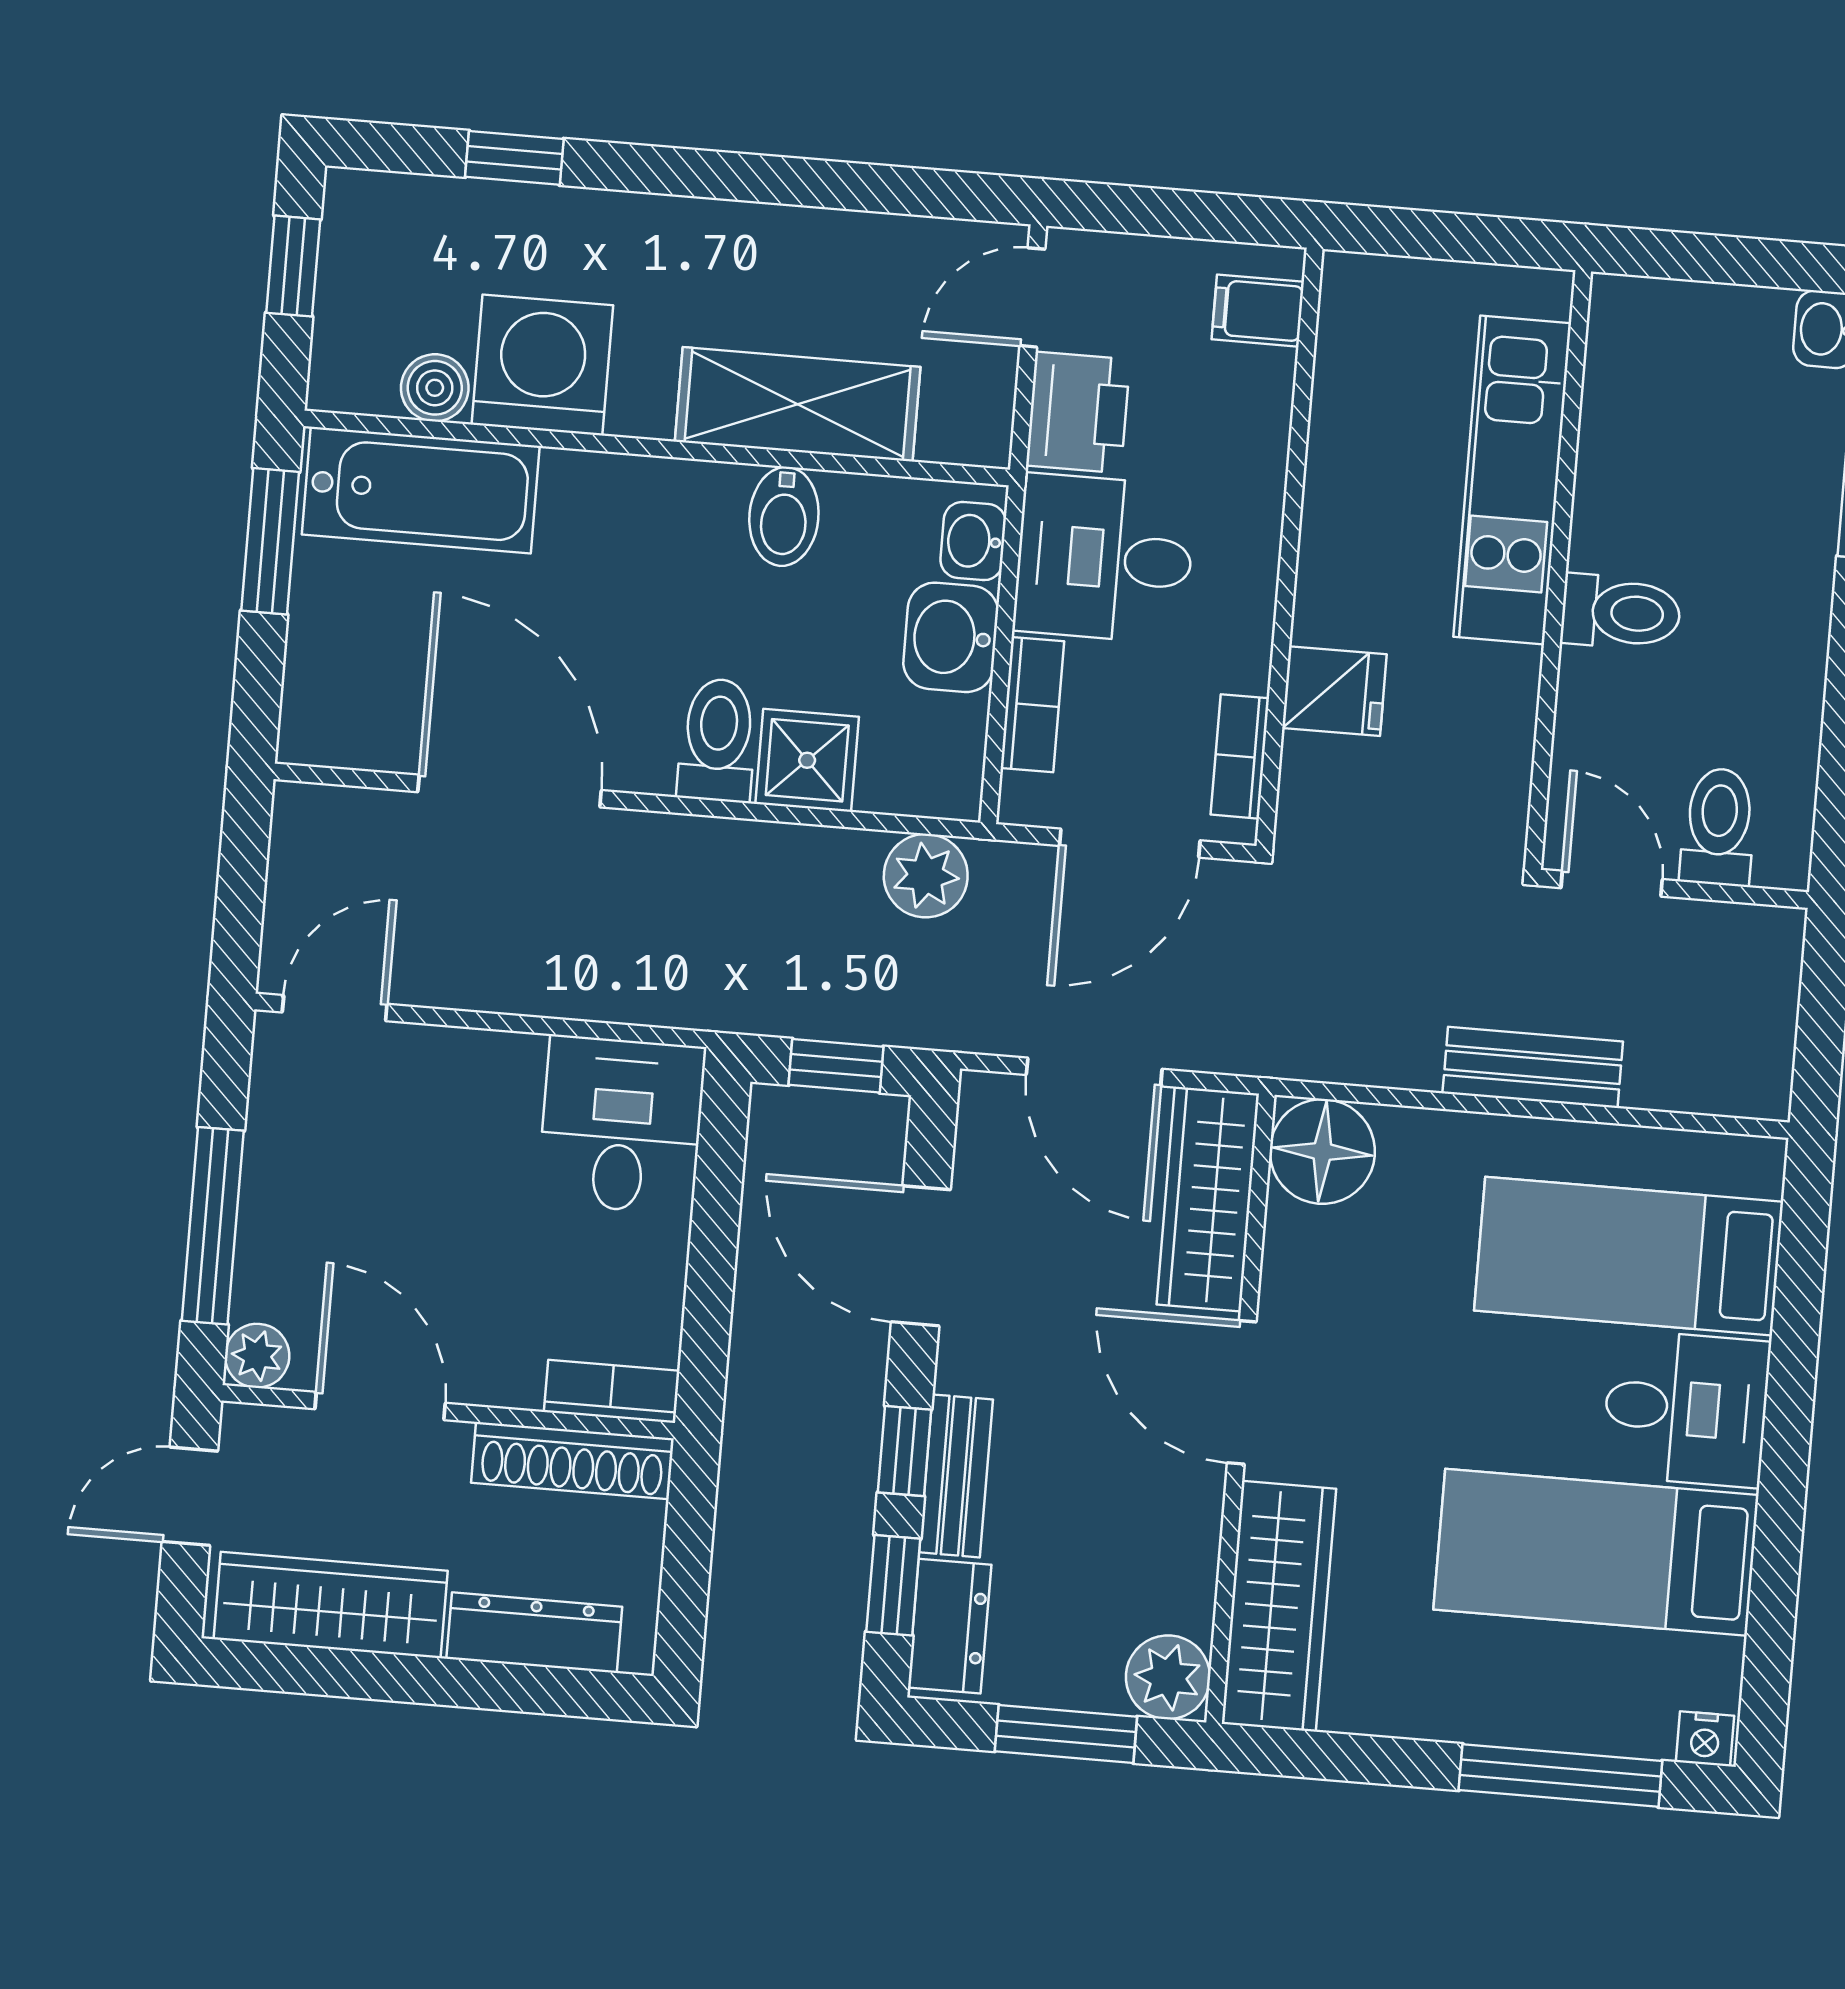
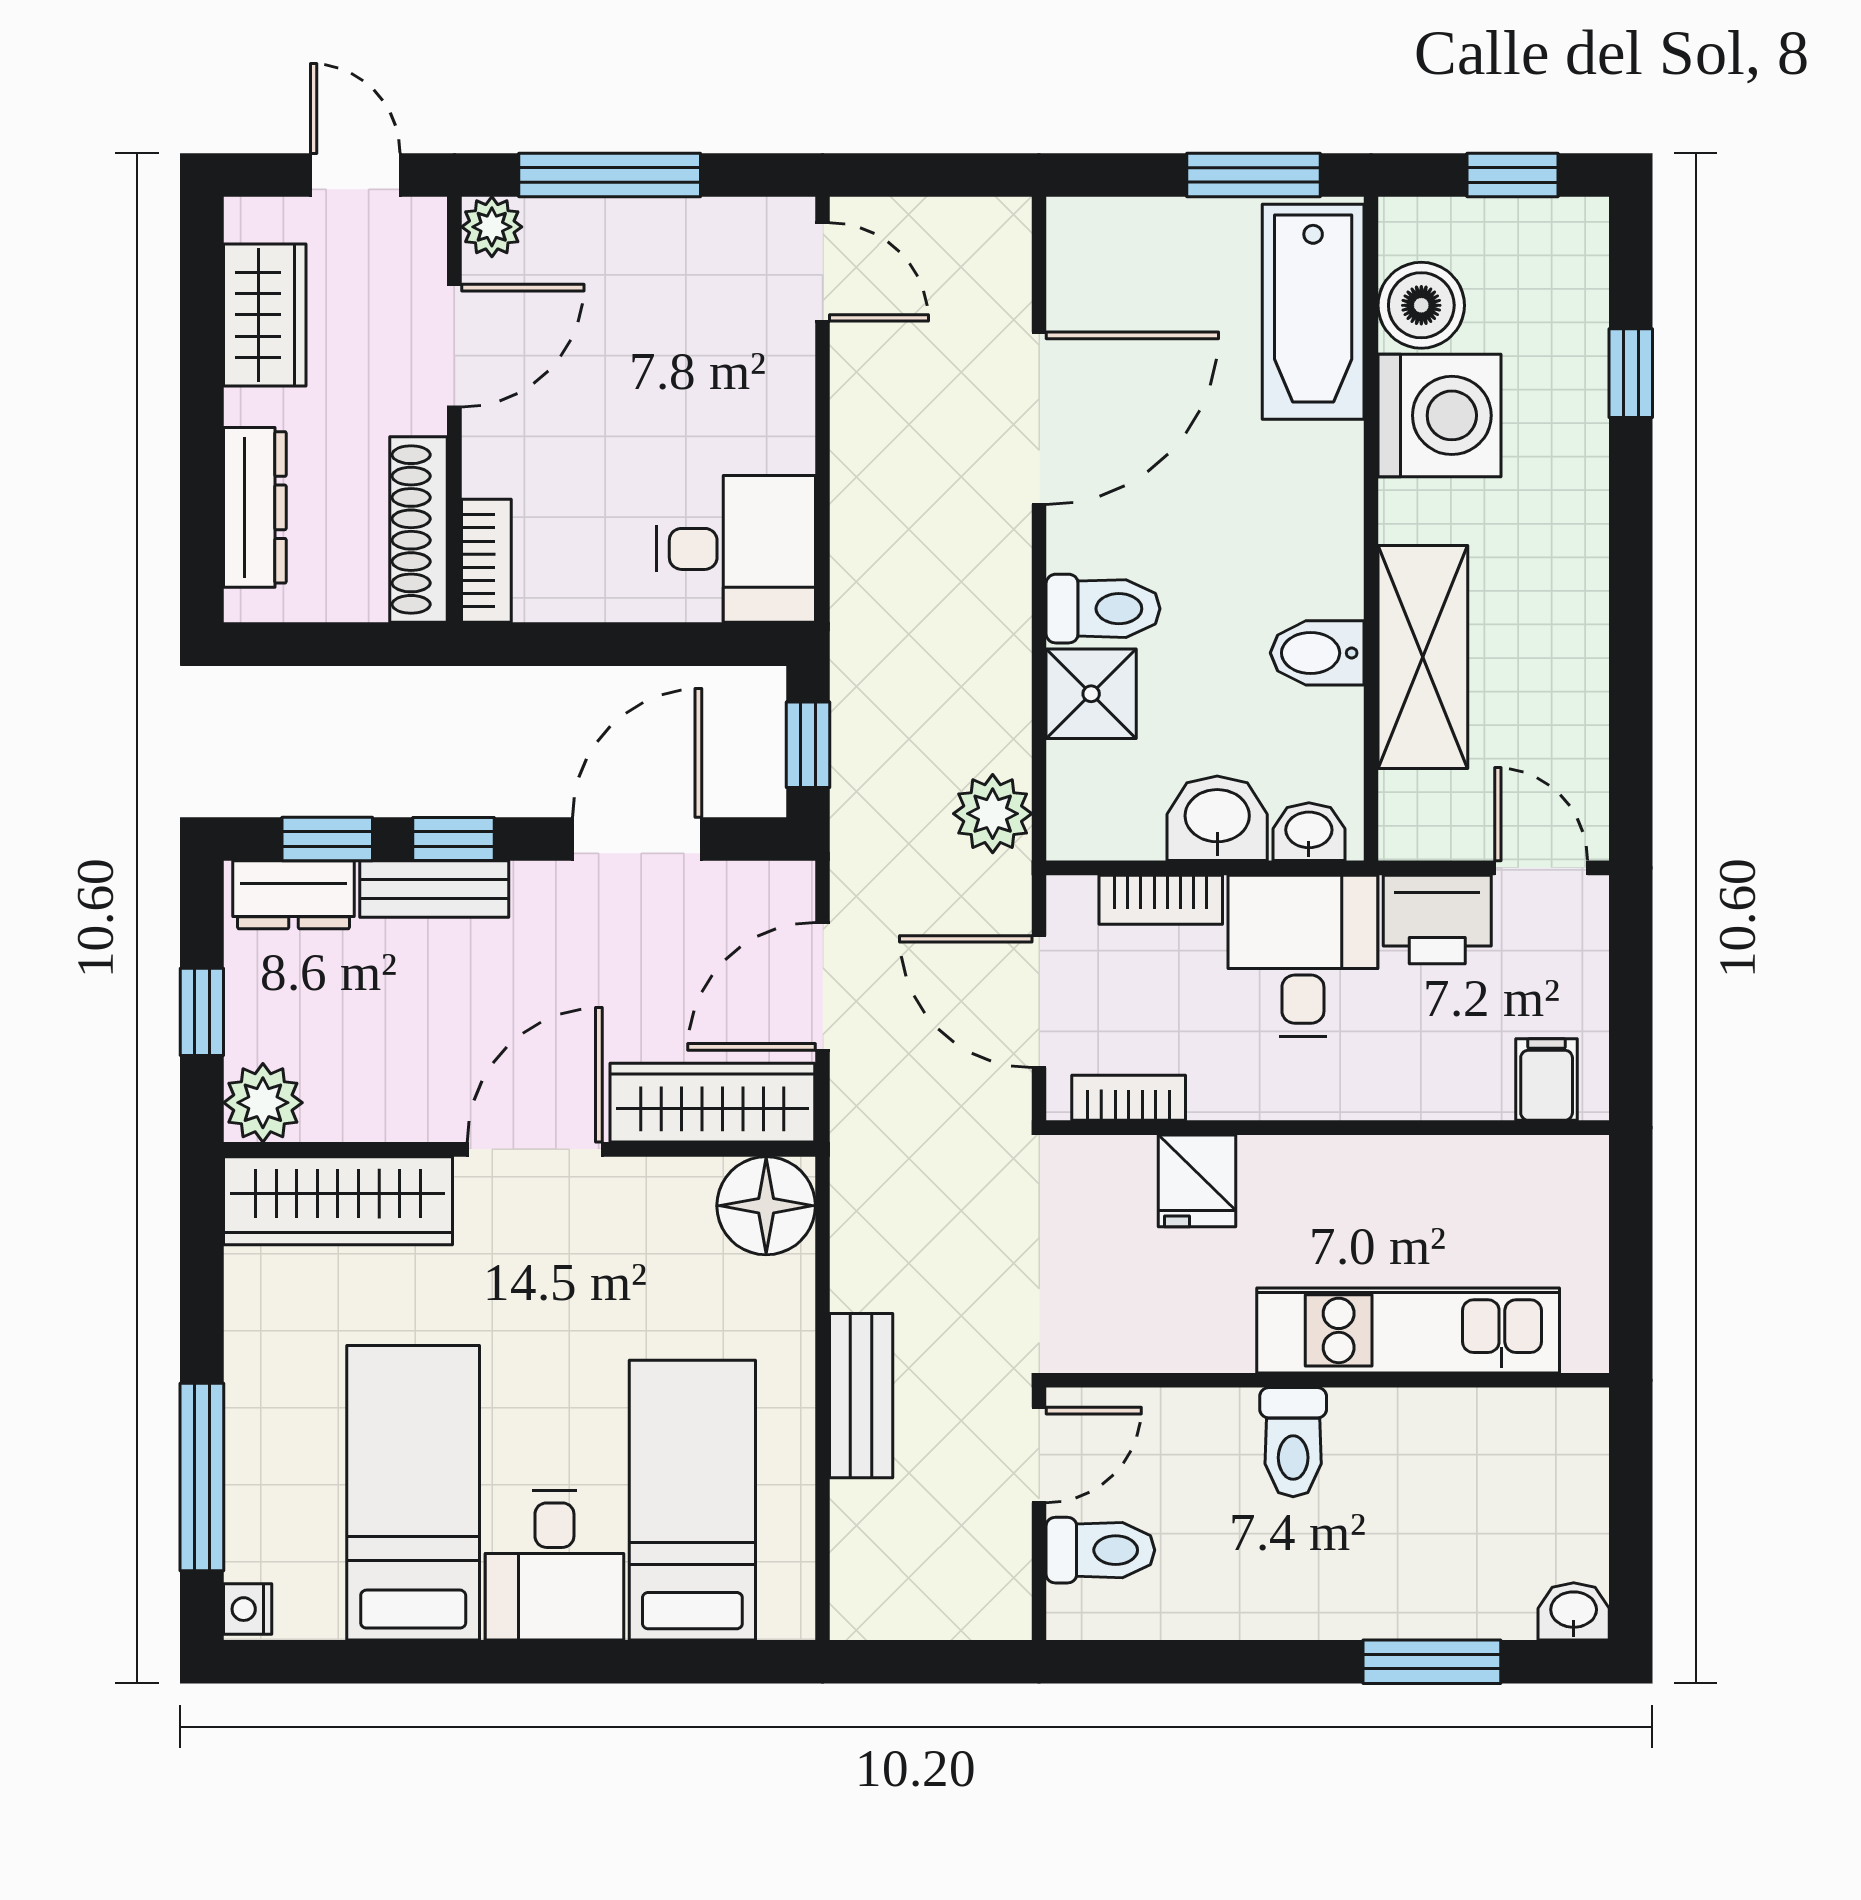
boiler: (435, 388) -> (1421, 305), width x1.36, depth x1.36
wardrobe: (331, 1605) -> (265, 315), width x0.67
window: (1066, 1734) -> (202, 1012), width x0.67

